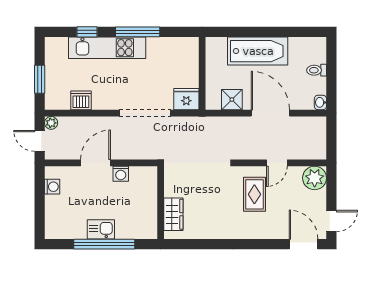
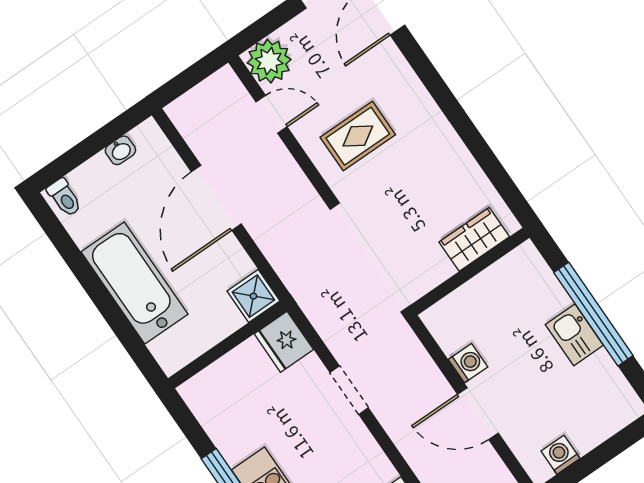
toilet: (317, 70) -> (64, 198), moved
shower: (232, 100) -> (253, 296), moved
washbasin: (320, 102) -> (120, 150), moved
doorway: (145, 113) -> (349, 390), width x0.53
door: (277, 163) -> (272, 114), moved

